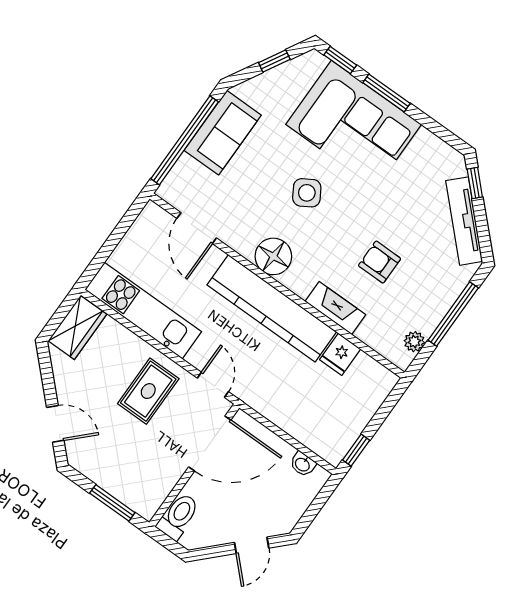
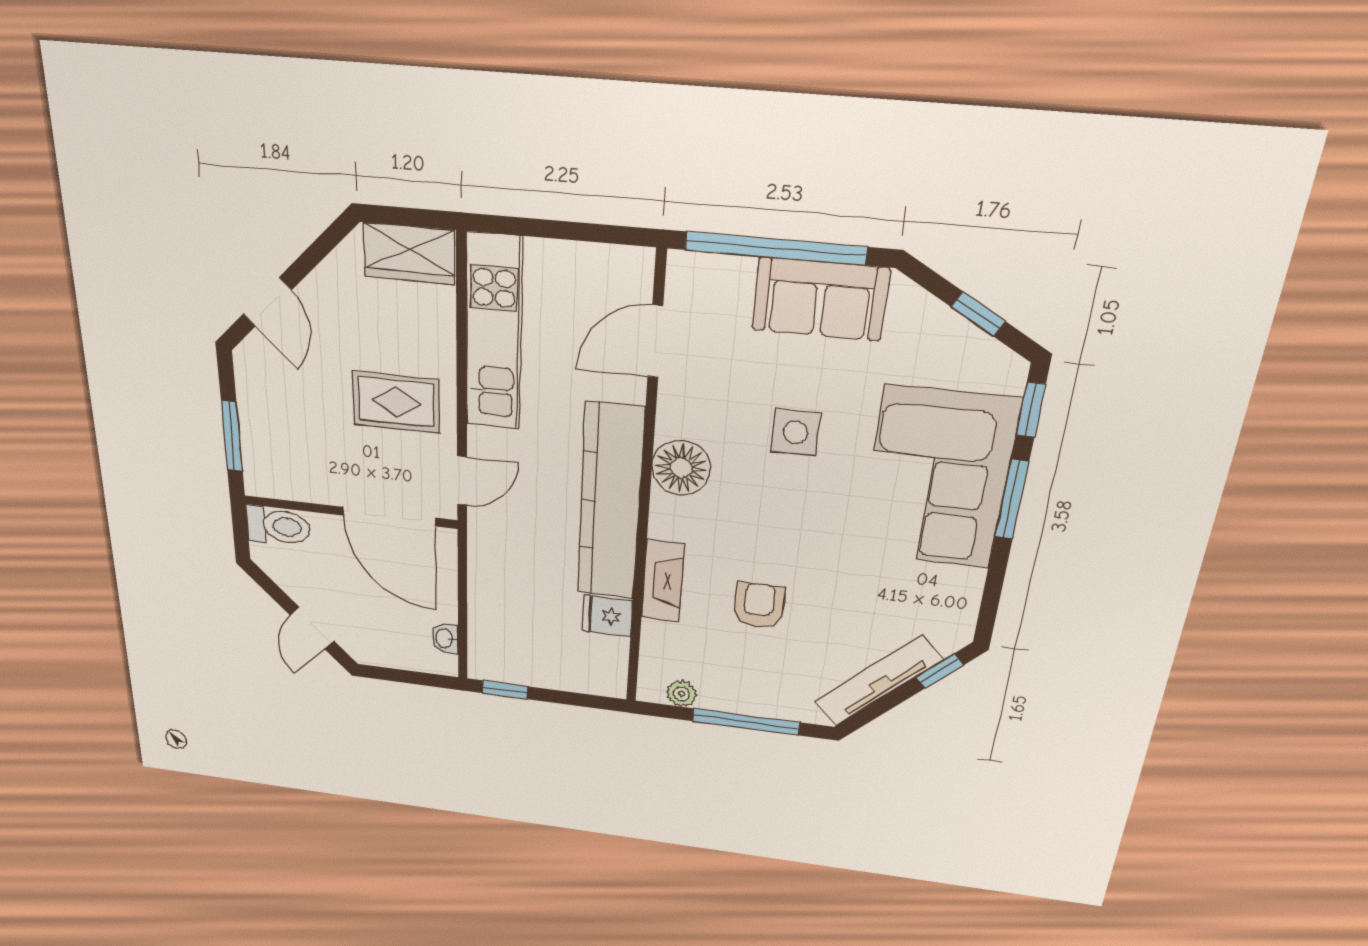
side table: (307, 193) -> (795, 432), moved, turned 31
door: (252, 545) -> (312, 628), hinge flipped

